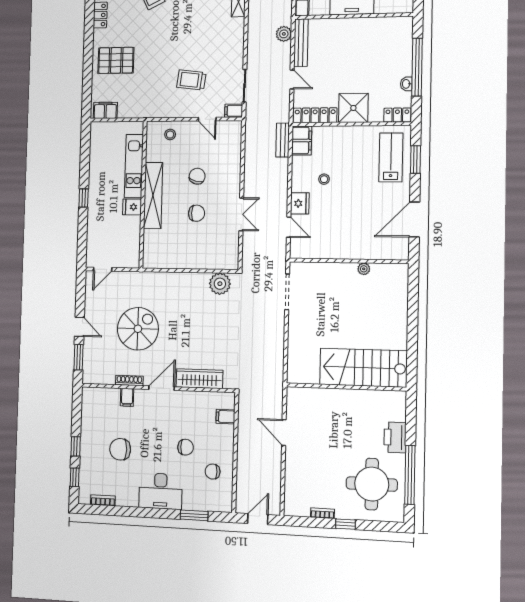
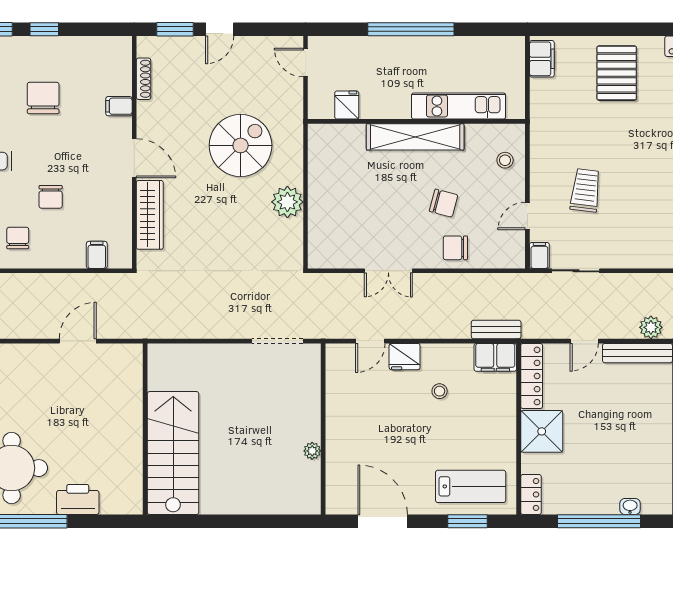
washbasin: (406, 84) -> (630, 506), moved
window: (84, 198) -> (411, 29), width x3.17
fridge: (132, 207) -> (347, 105), moved
chair: (197, 213) -> (455, 248), moved, turned 90
plant: (220, 284) -> (287, 202), moved
spiral stairs: (138, 329) -> (241, 145), moved, turned -90
shoe rack: (129, 380) -> (143, 79), moved

